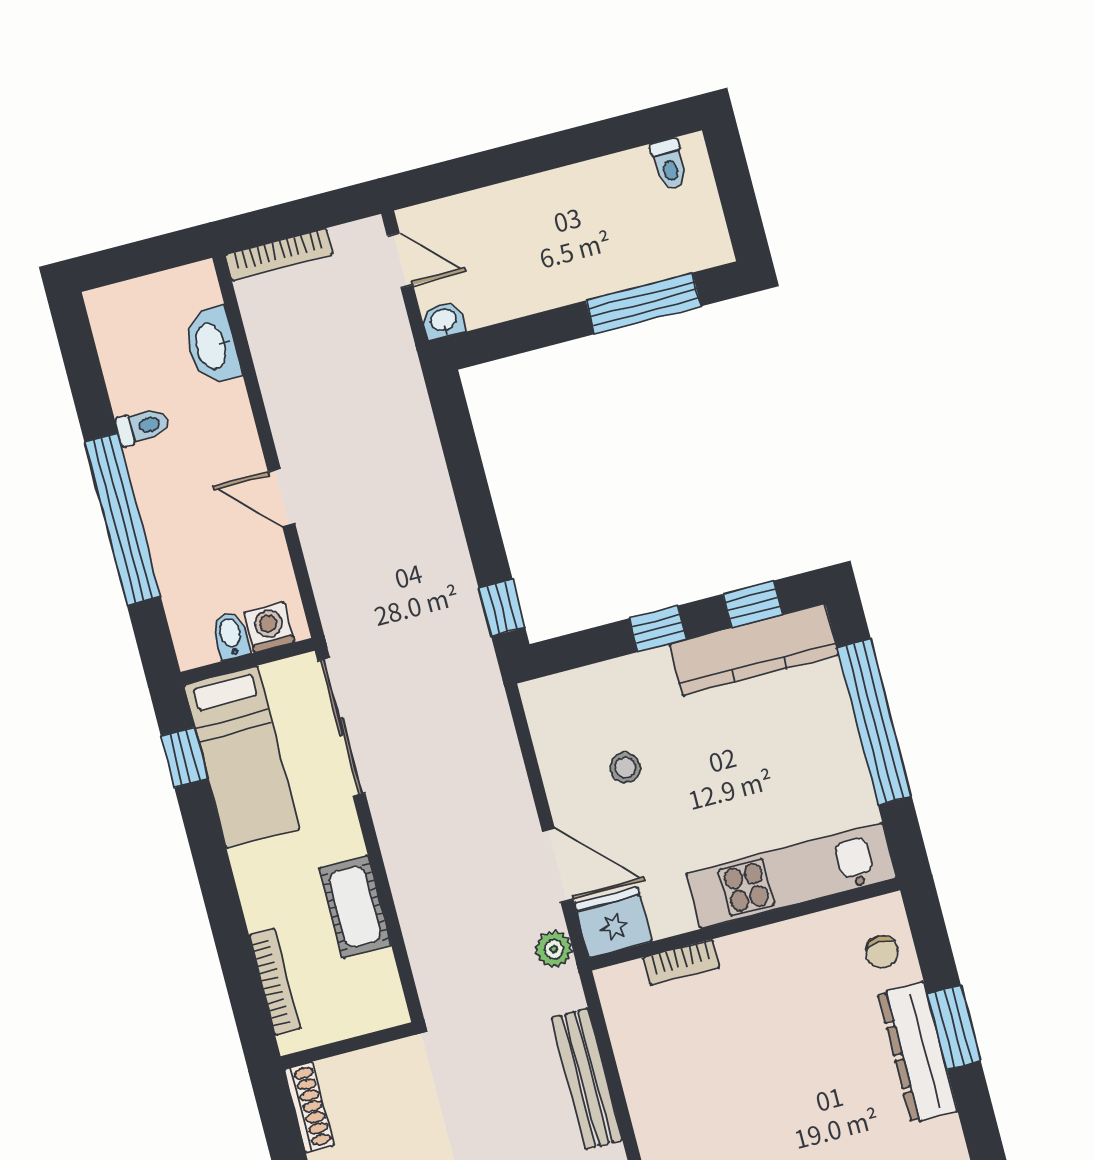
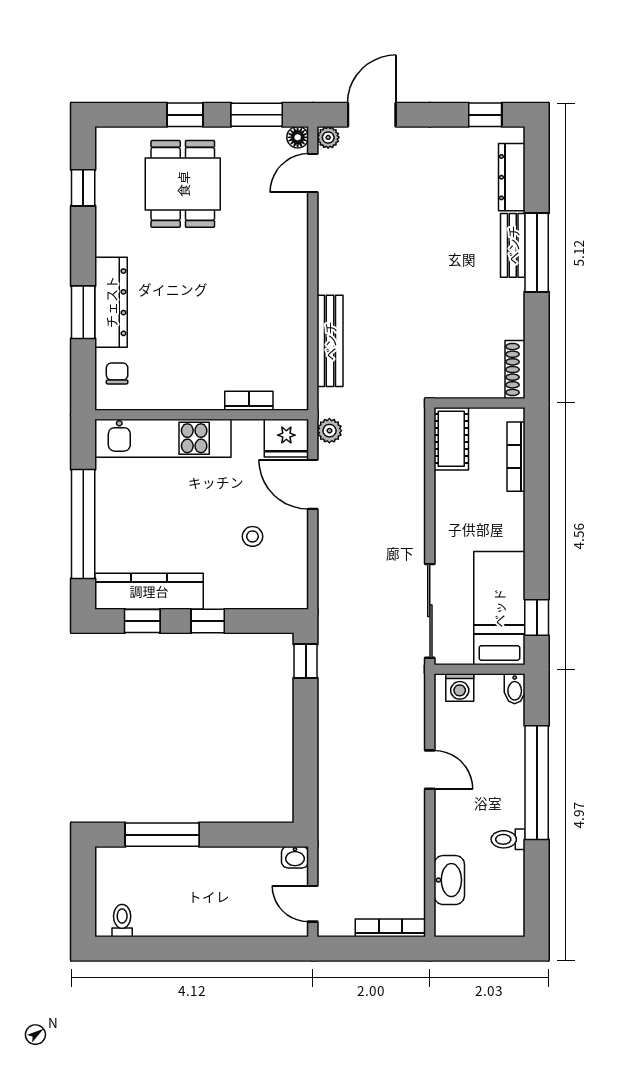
bidet: (231, 636) -> (515, 689), moved
cot: (355, 907) -> (451, 439), moved

